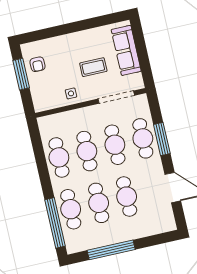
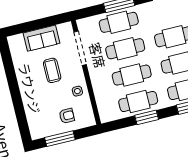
sofa: (126, 50) -> (41, 38), width x0.73
armchair: (37, 64) -> (67, 116), moved
window: (42, 166) -> (147, 117), added

